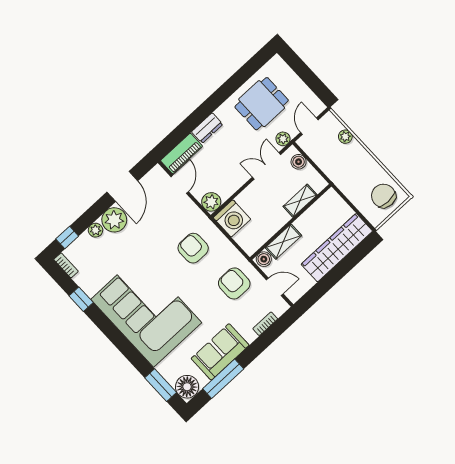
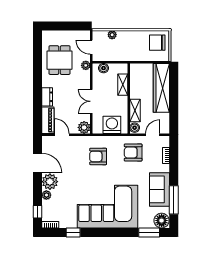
double door: (267, 166) -> (91, 101), moved
washing machine: (232, 218) -> (112, 125), moved, turned -90

